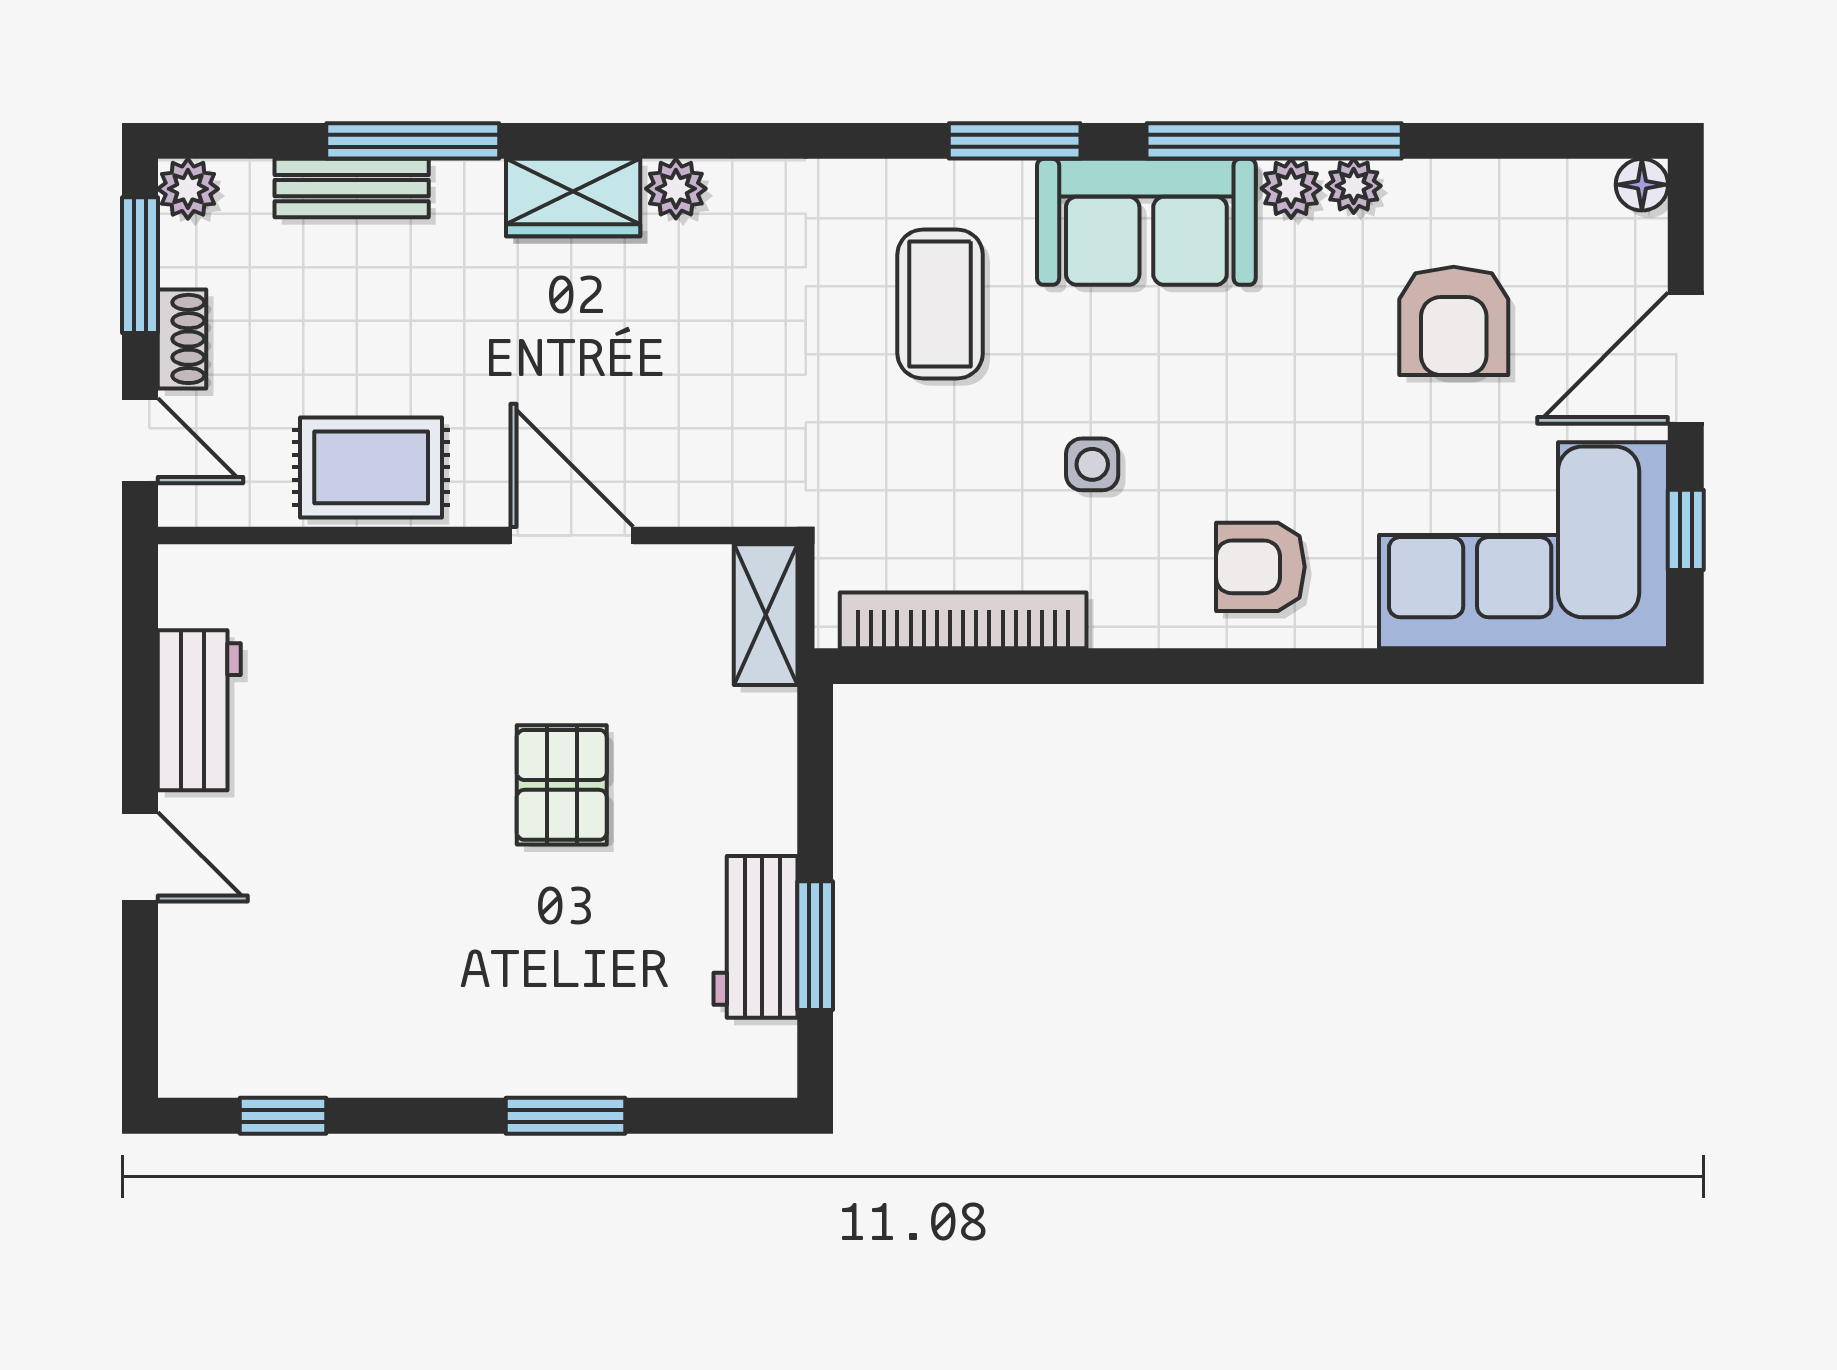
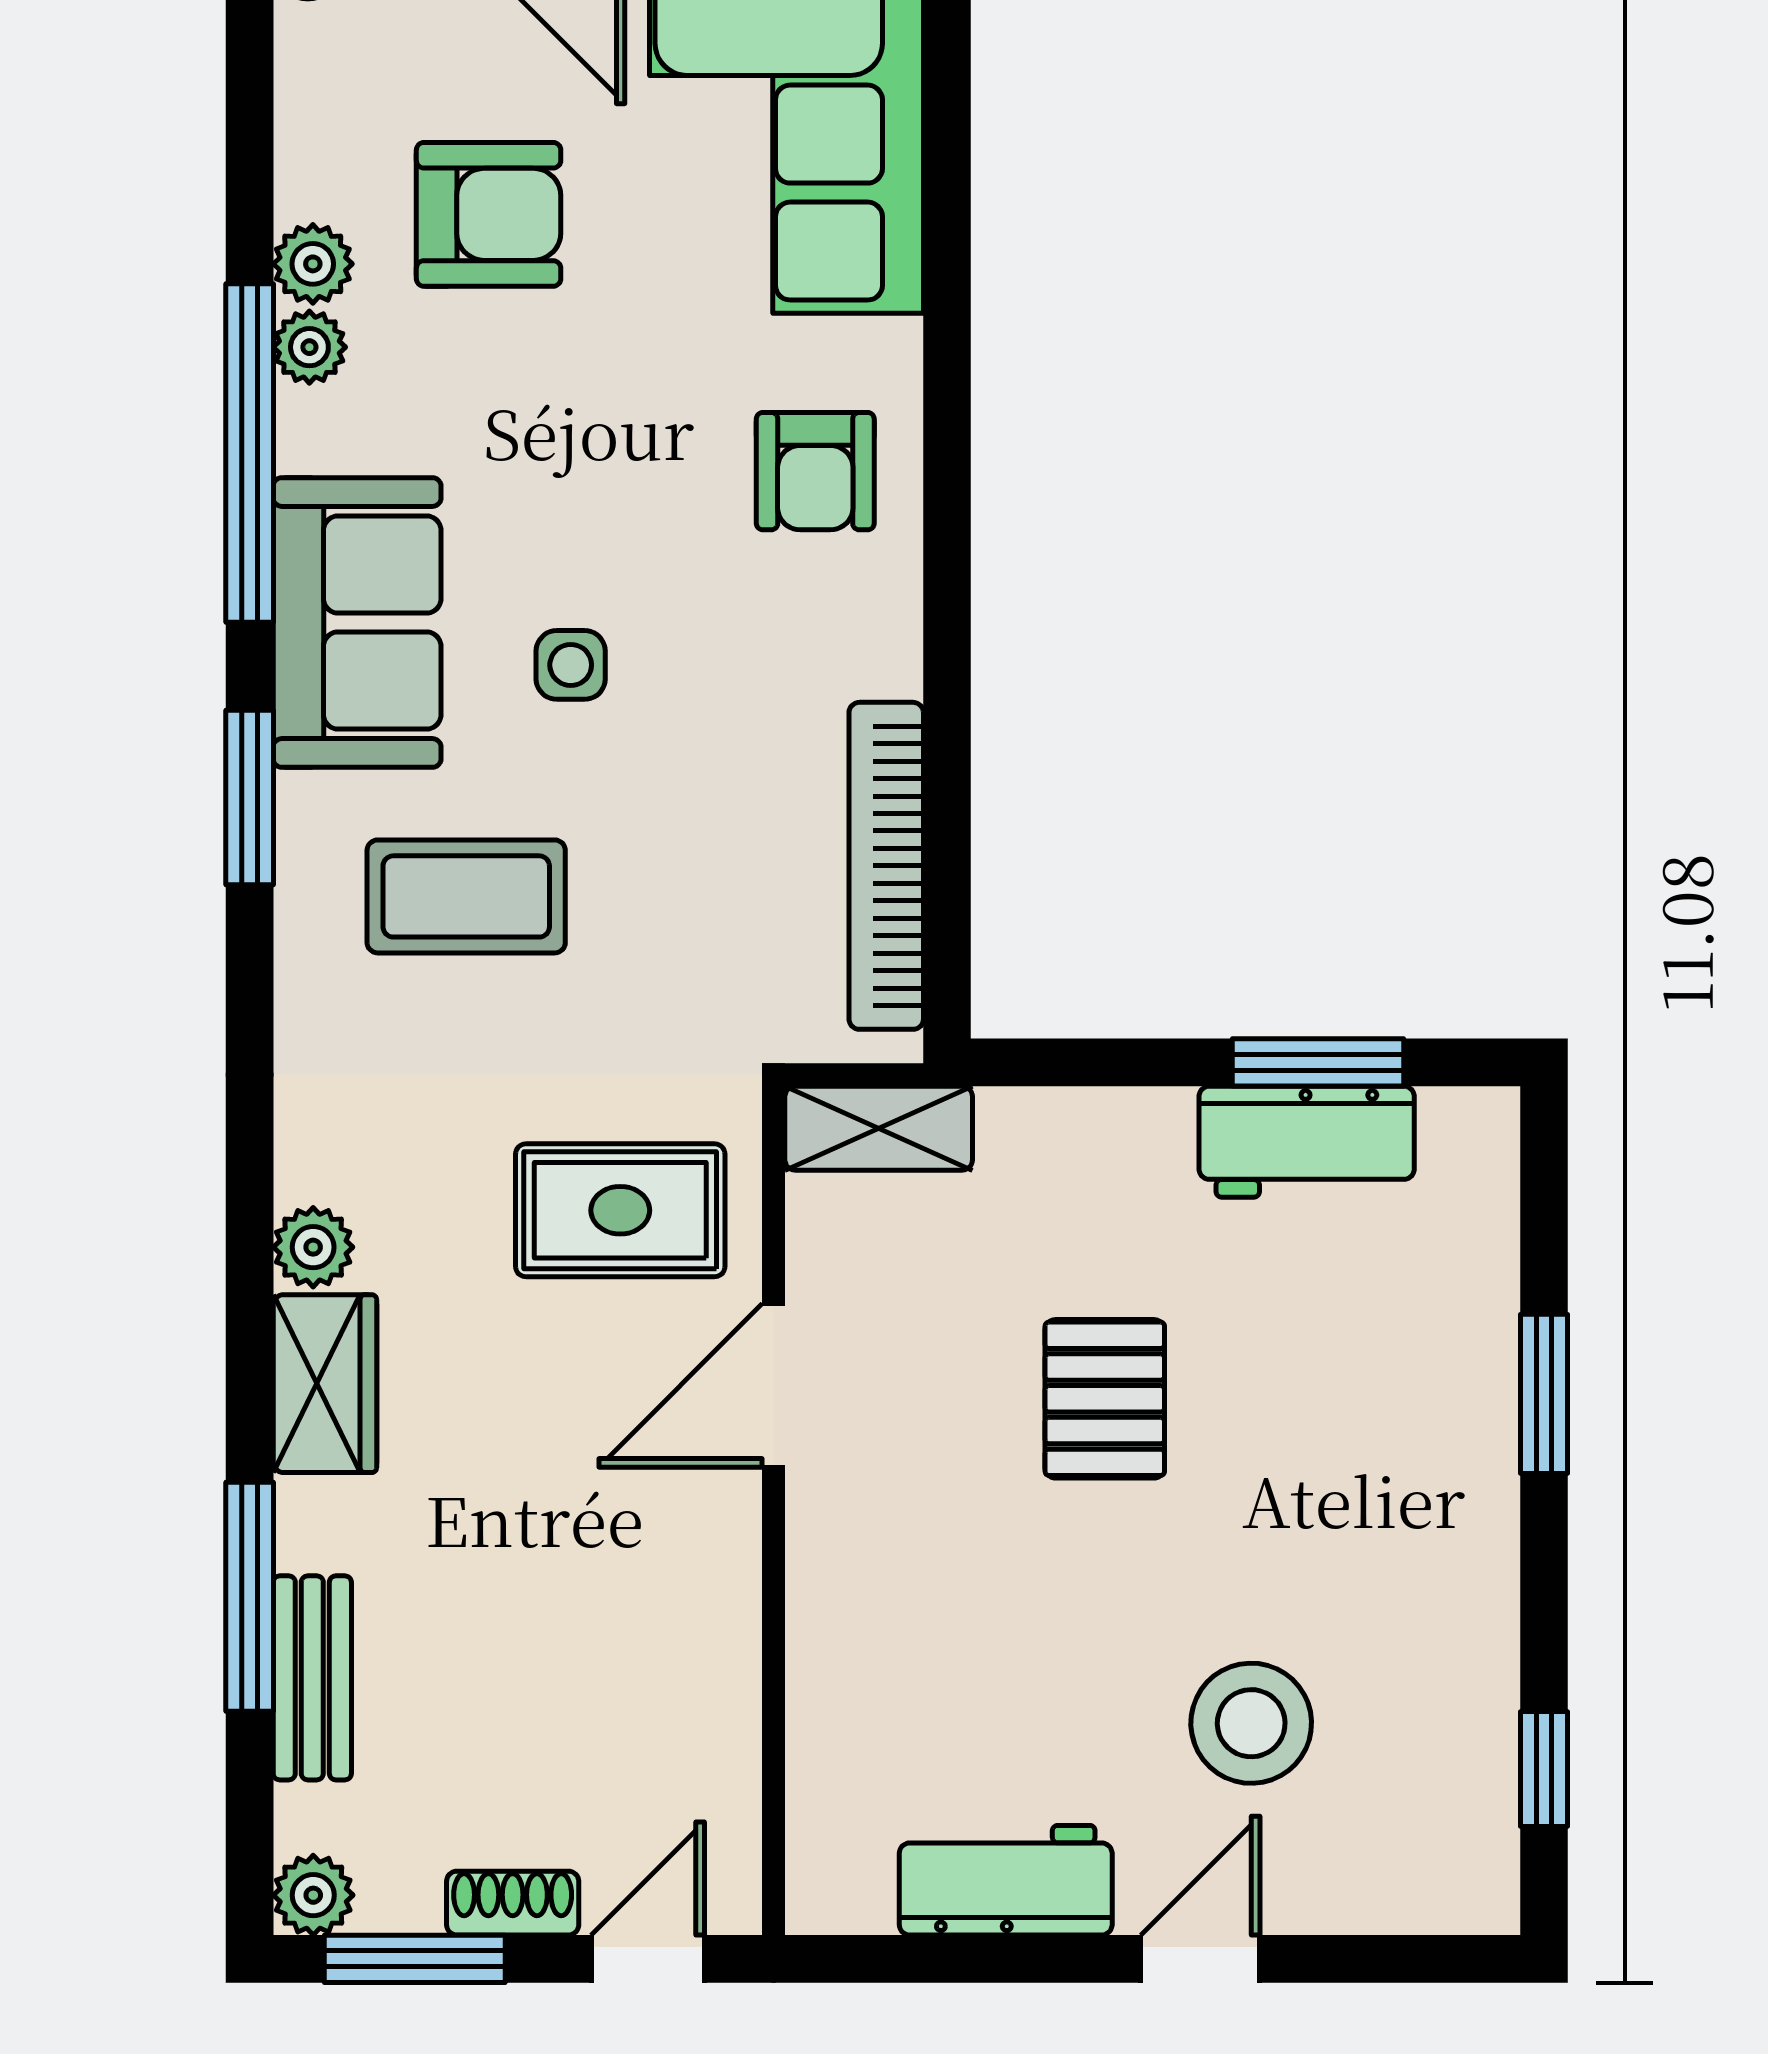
plant: (1291, 188) -> (313, 264), moved
side table: (1092, 464) -> (571, 665), moved
rug: (371, 467) -> (620, 1210), moved, turned 90
pallet: (562, 785) -> (1105, 1399), turned 90
stool: (317, 895) -> (1251, 1723), added

